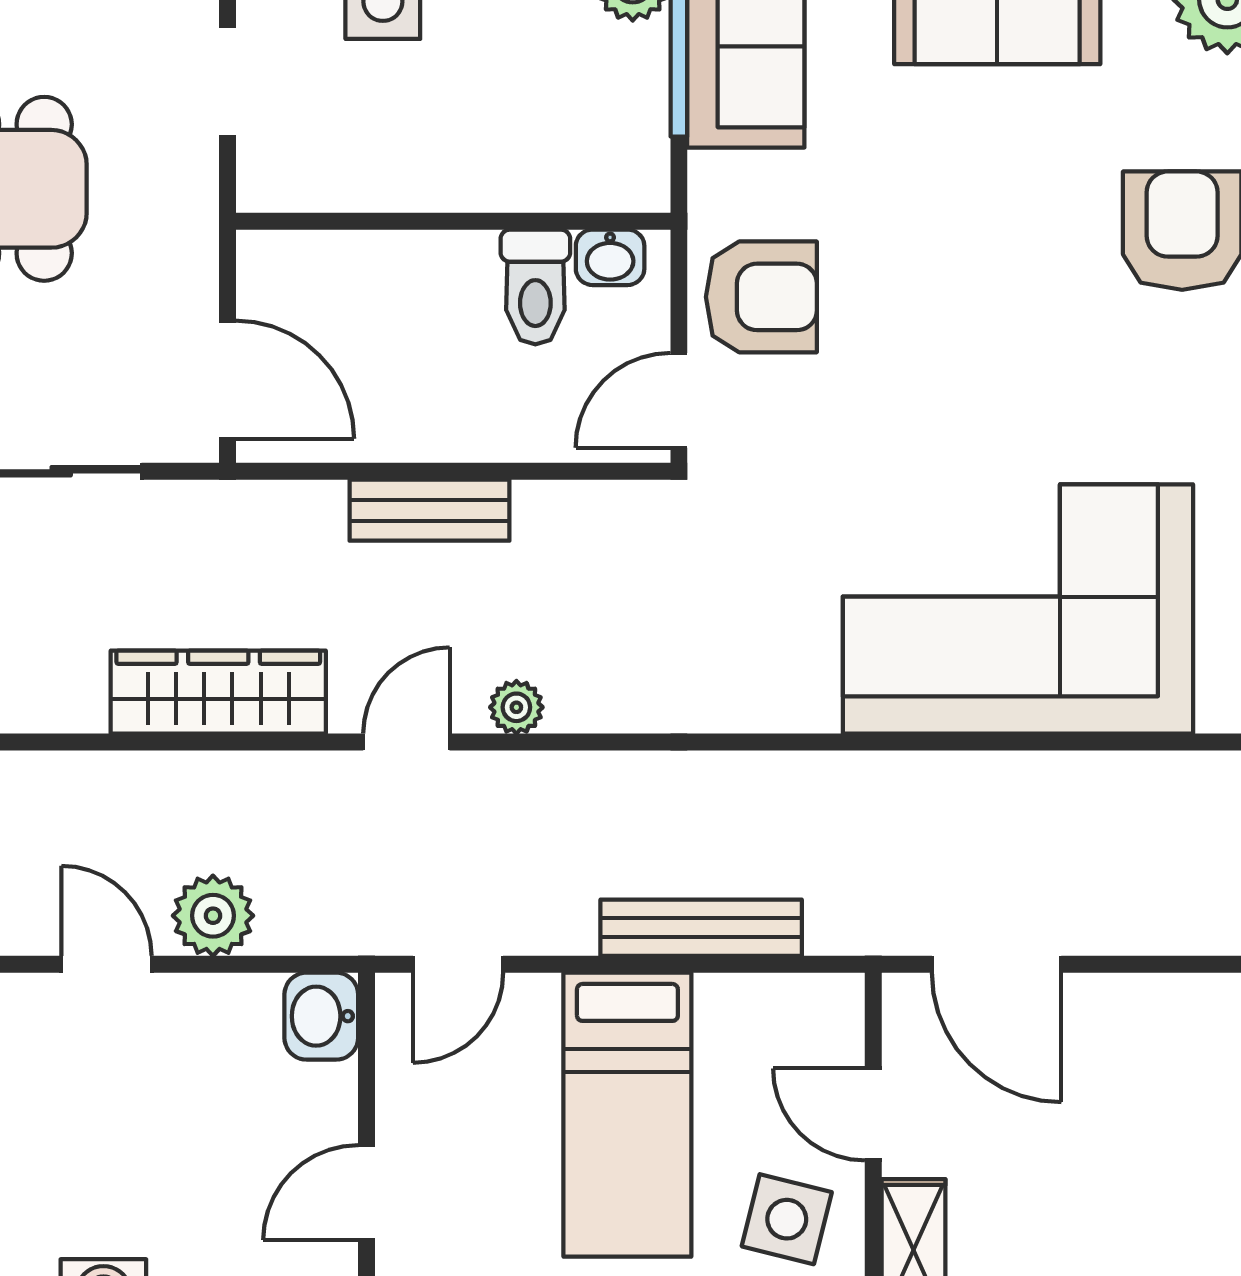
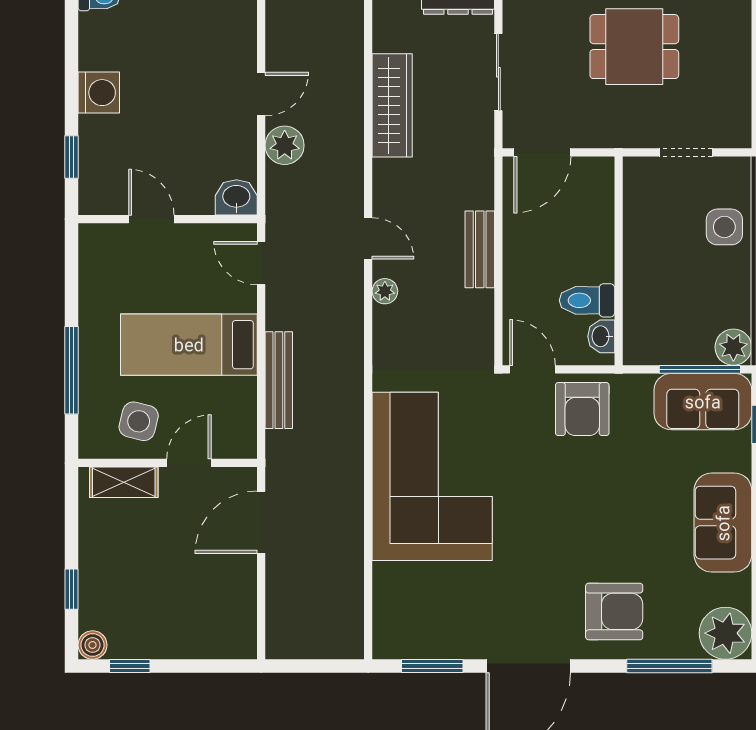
corner sofa: (1018, 609) -> (432, 476), moved
wardrobe: (218, 692) -> (392, 105), moved

